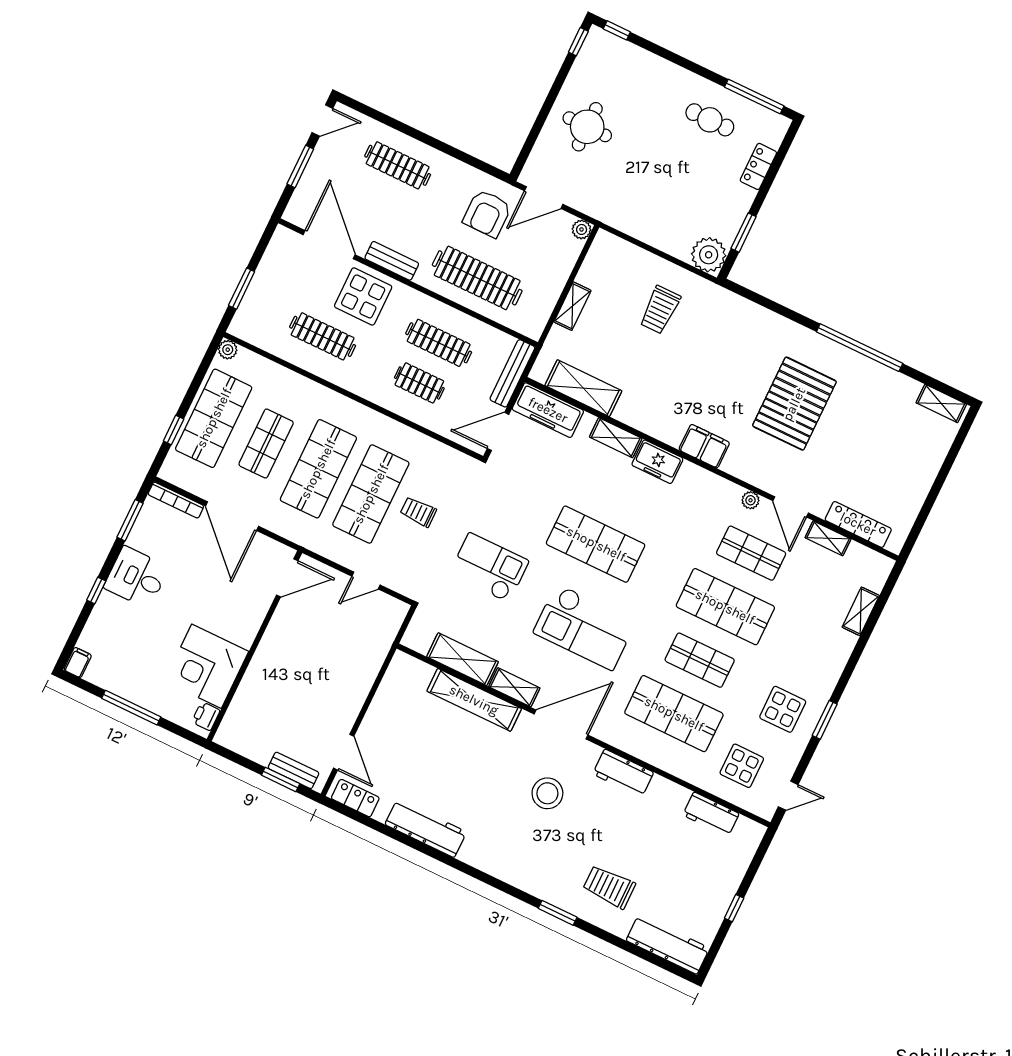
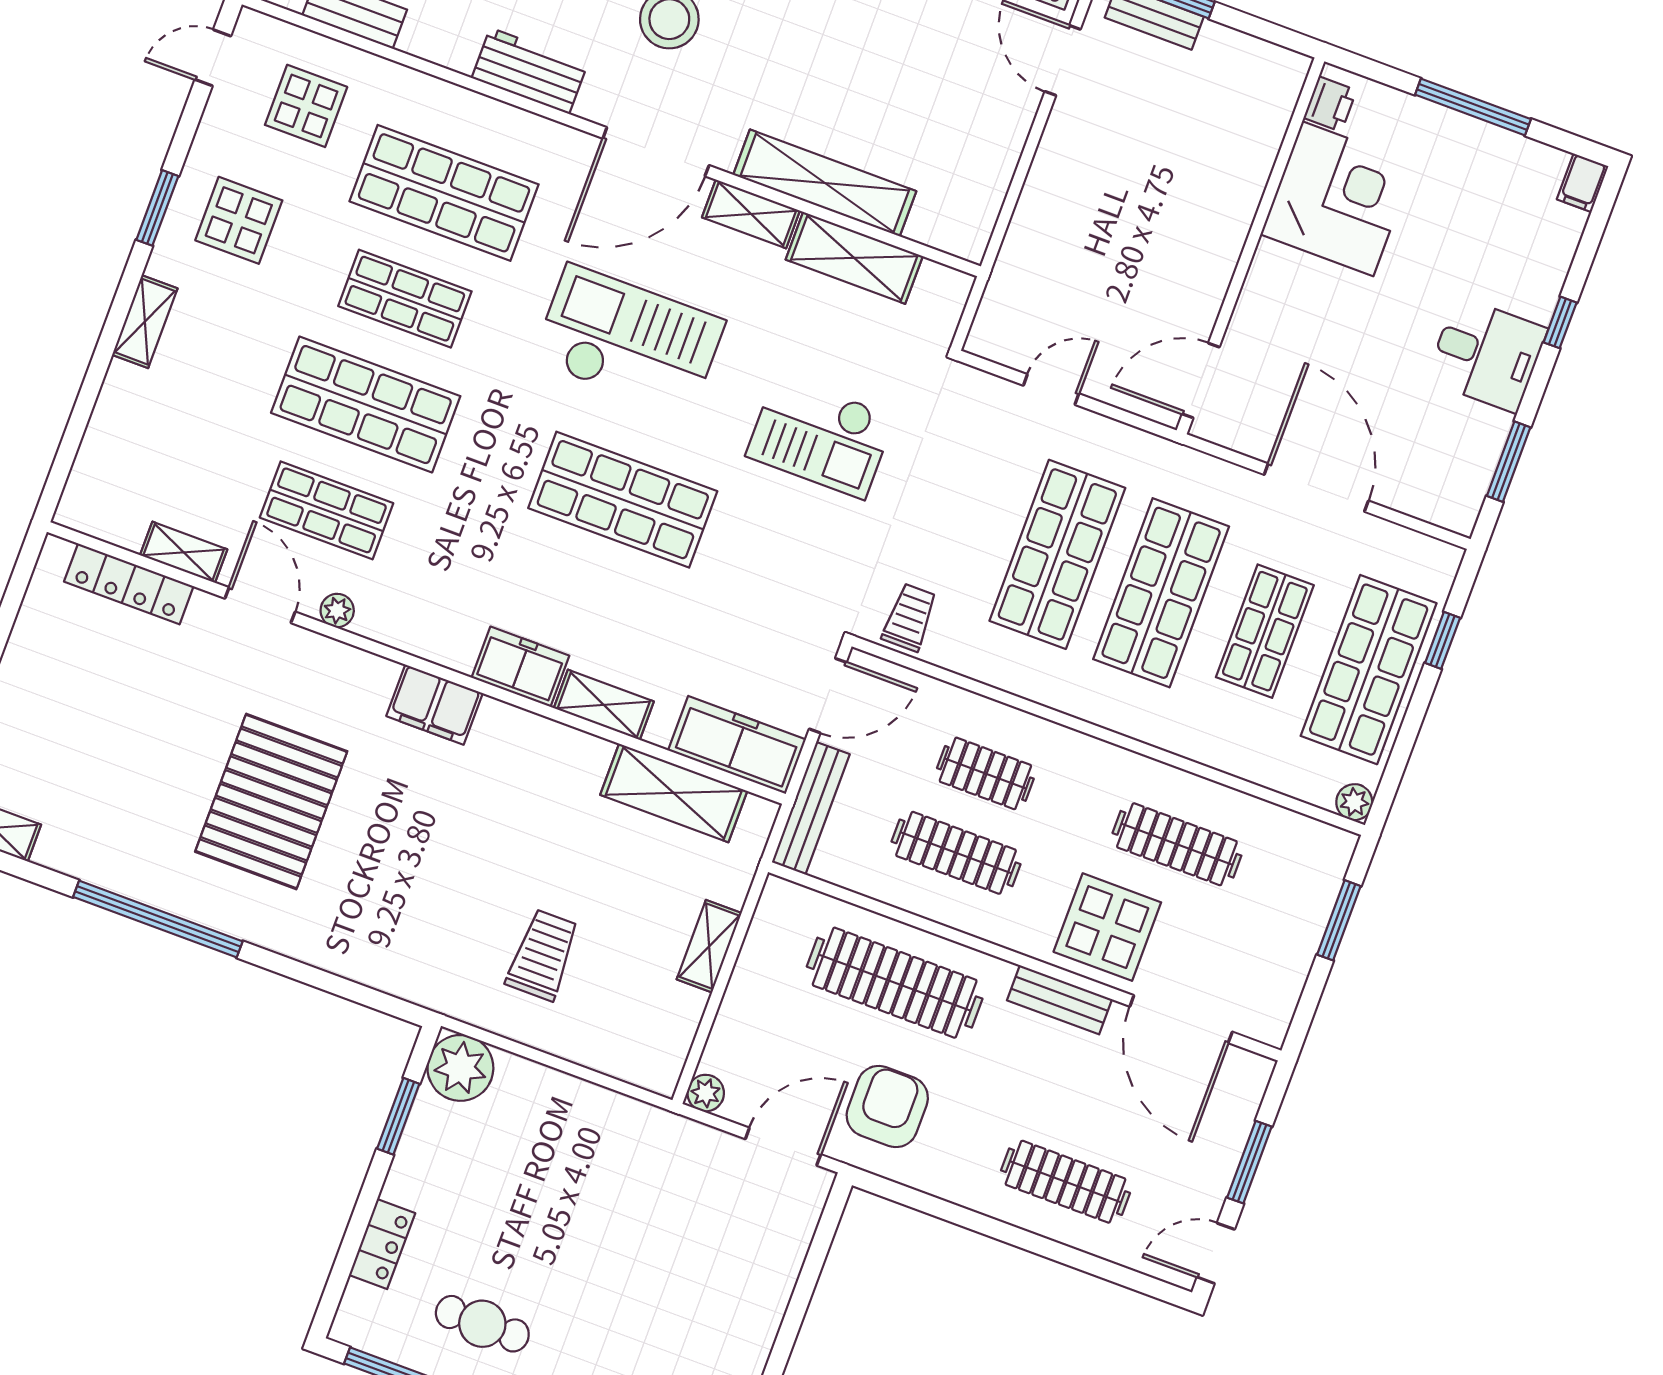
round table: (587, 127) -> (713, 1289), removed
bookcase: (176, 500) -> (1425, 508), removed
trolley: (418, 512) -> (910, 617), moved, turned -90
shelving: (861, 611) -> (145, 322), moved

